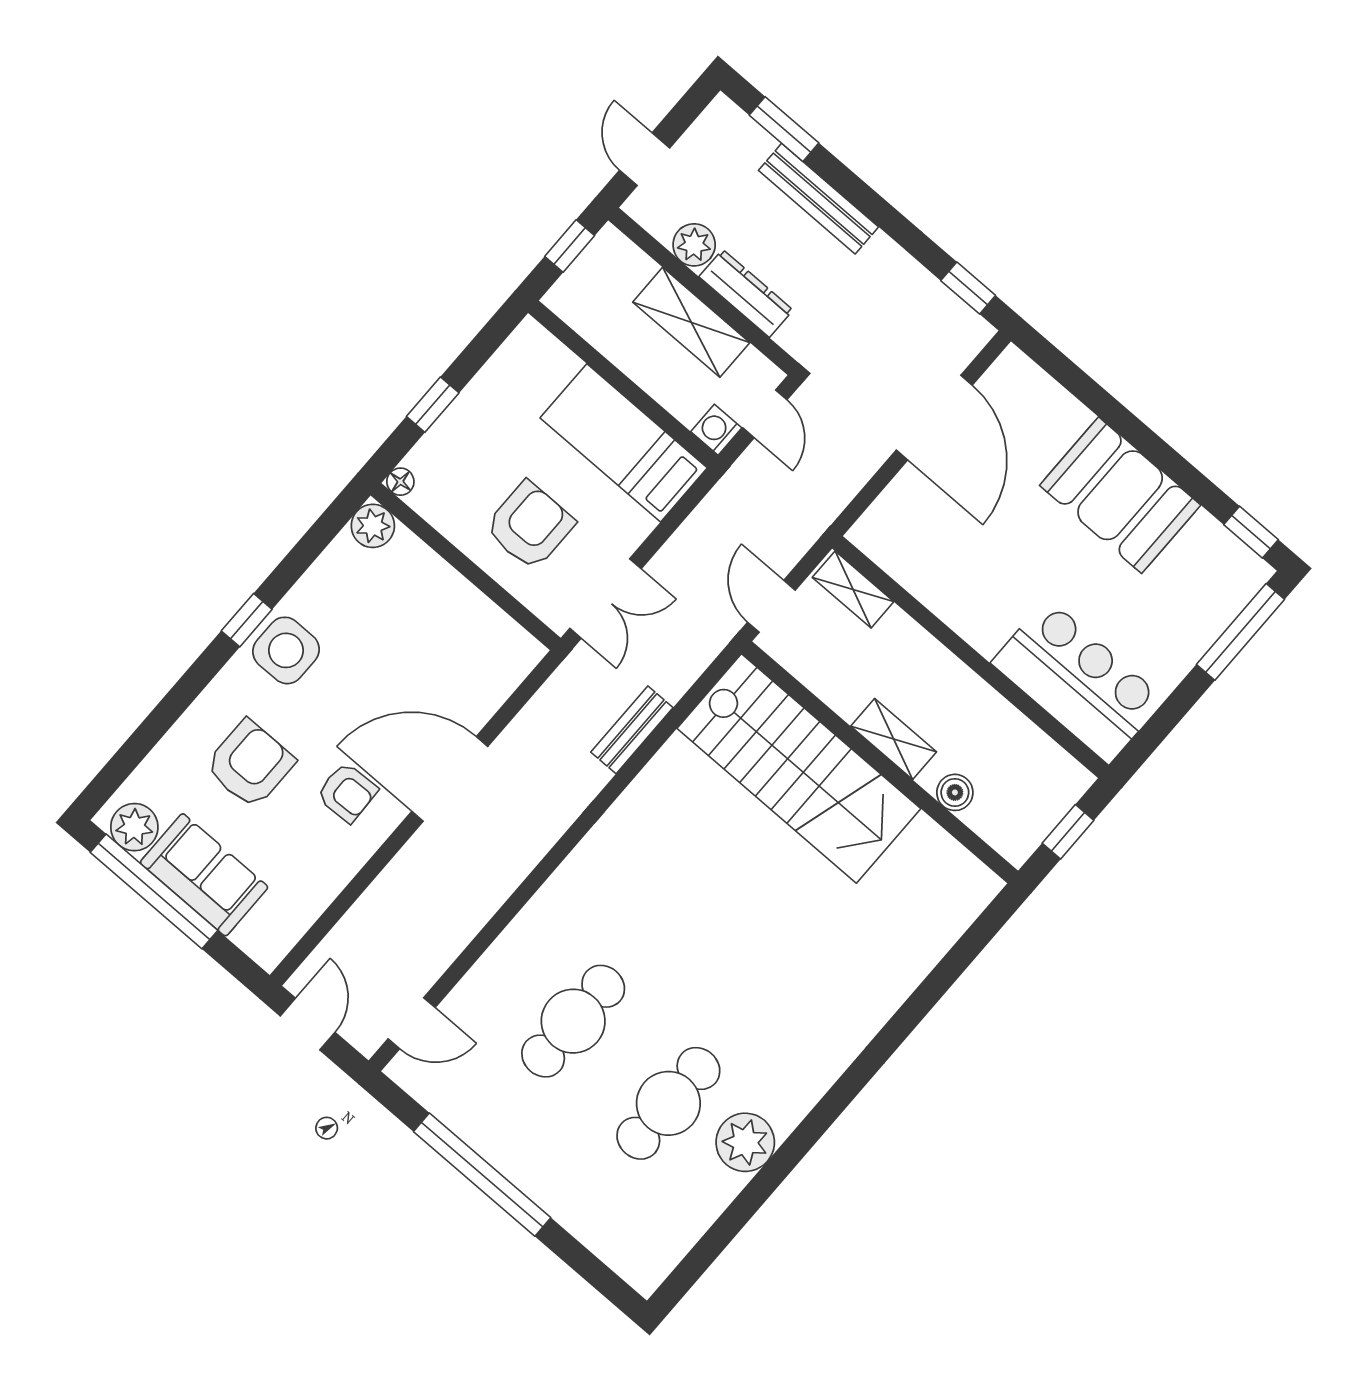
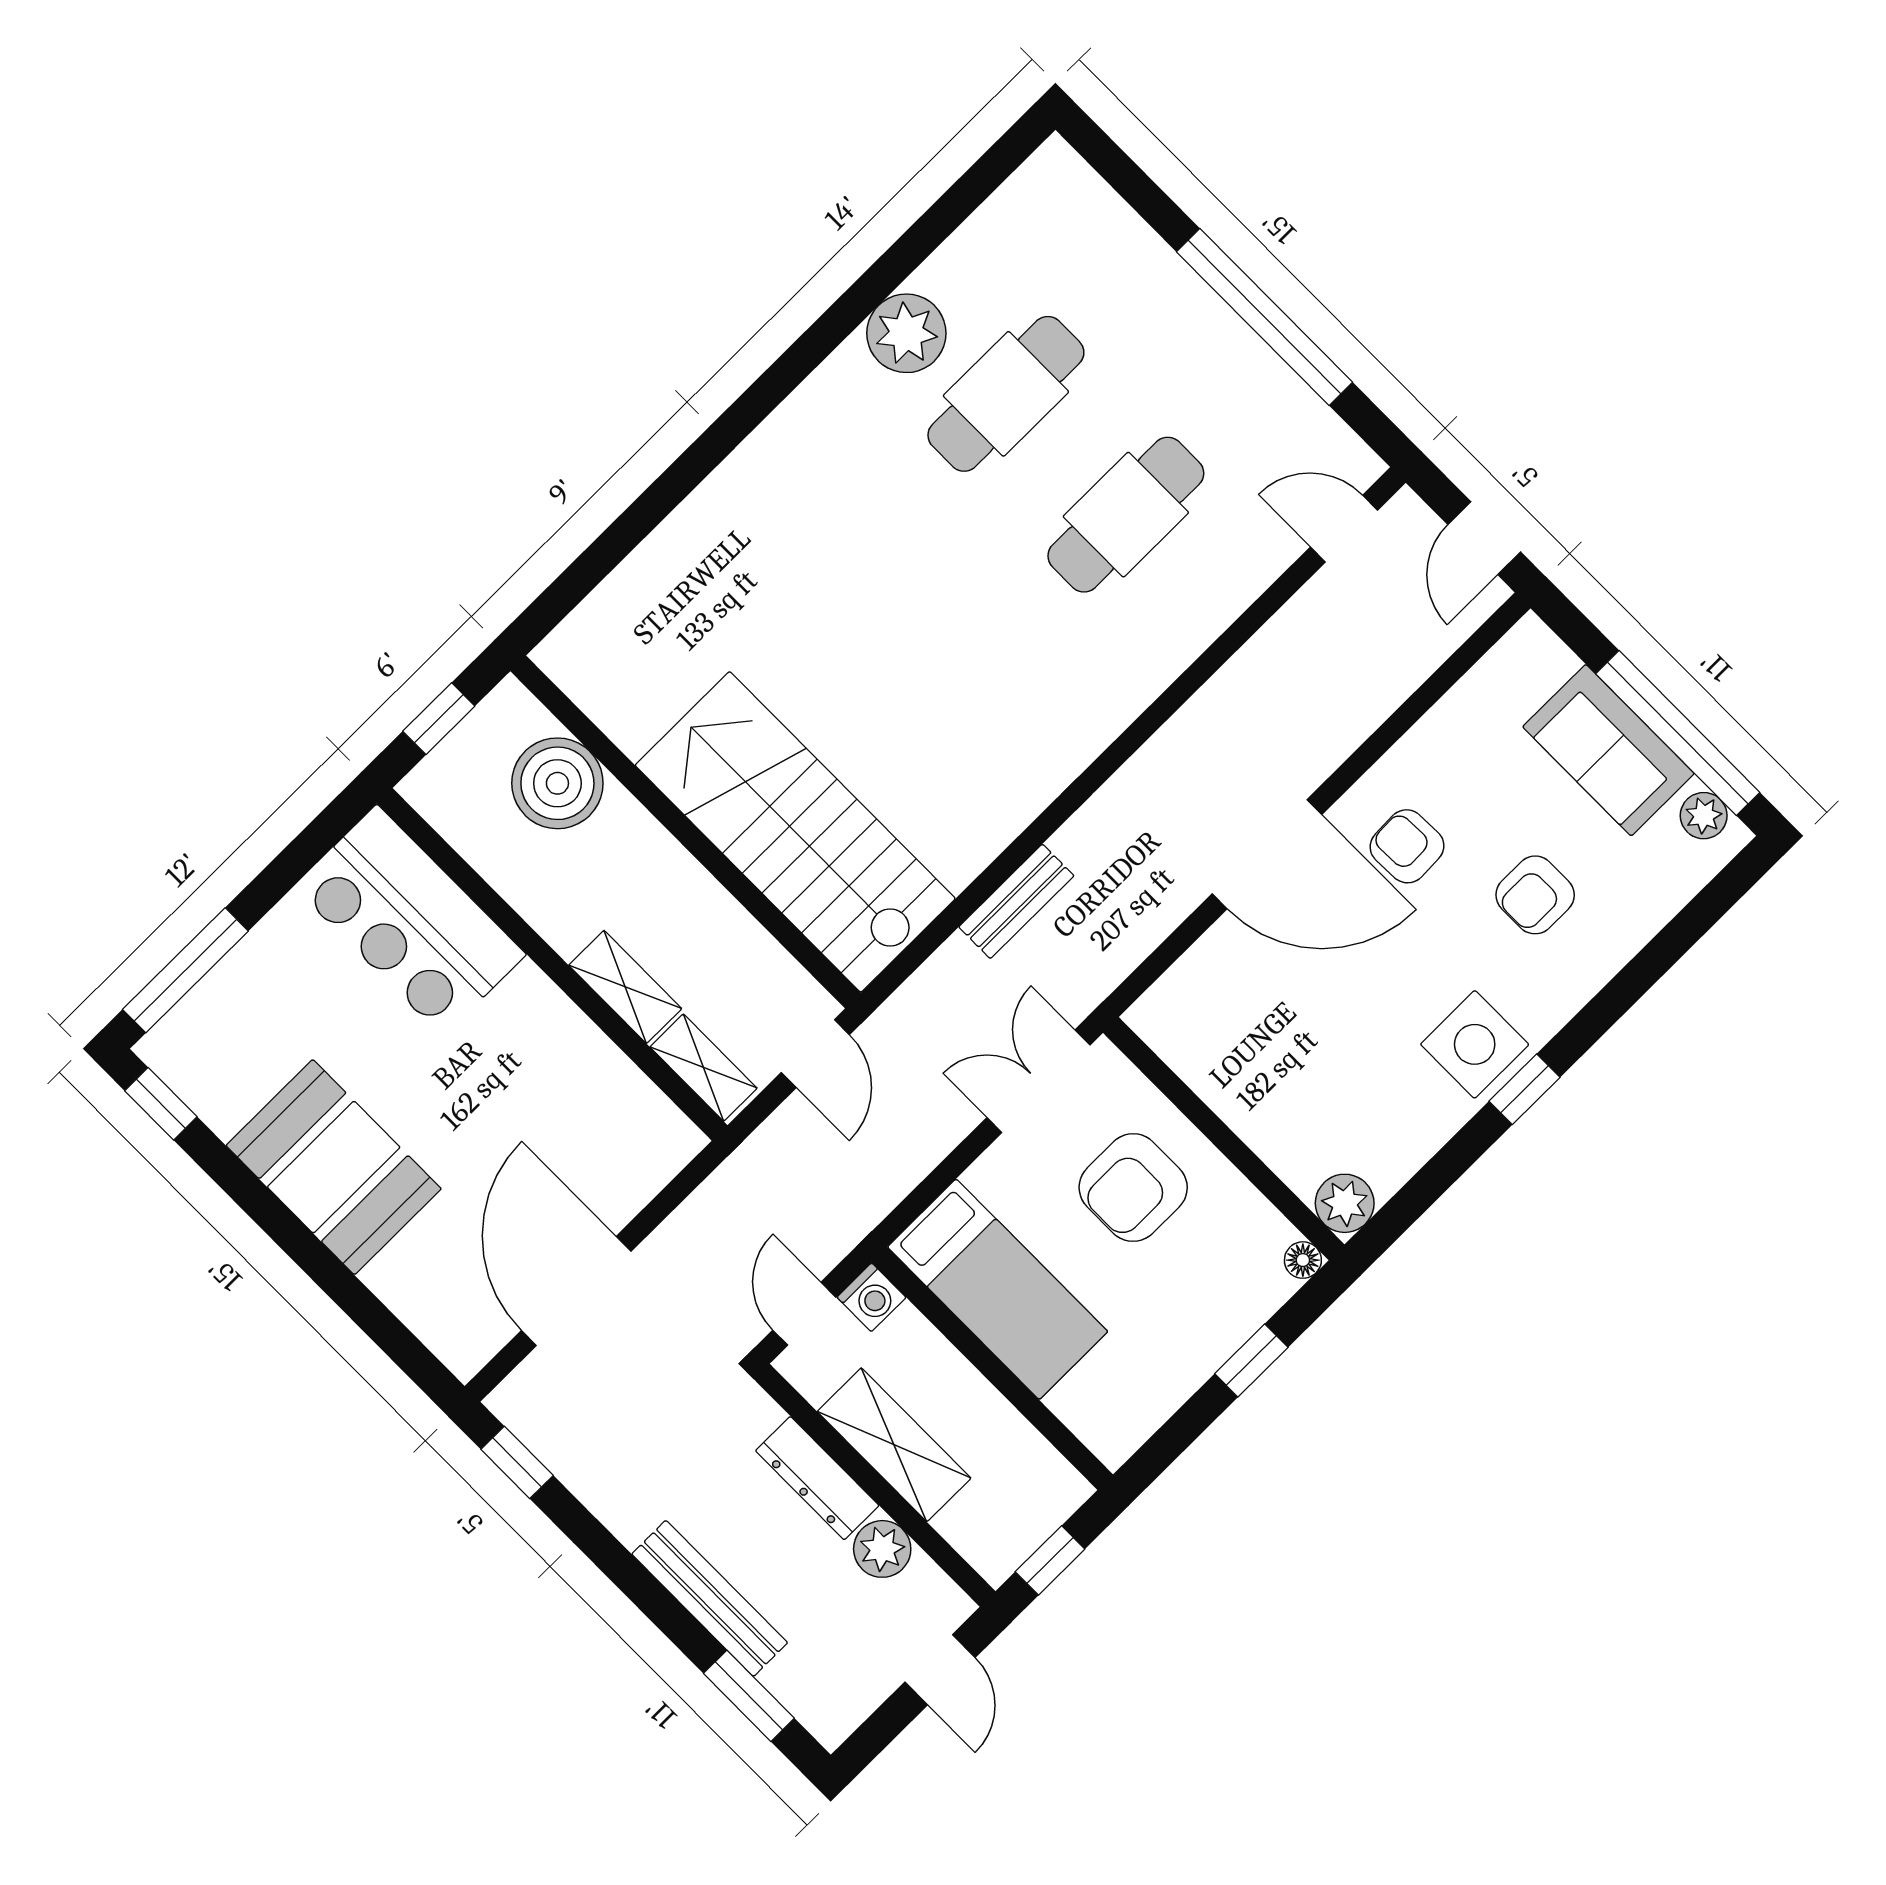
shelving: (894, 739) -> (625, 987), moved
armchair: (250, 764) -> (1535, 895), width x0.72, depth x0.72
boiler: (955, 792) -> (557, 783), width x1.86, depth x1.86
plant: (134, 827) -> (1704, 816), width x0.73, depth x0.73

